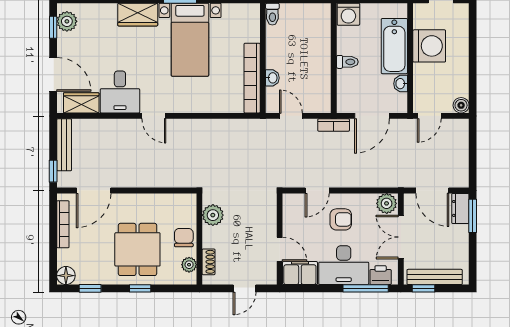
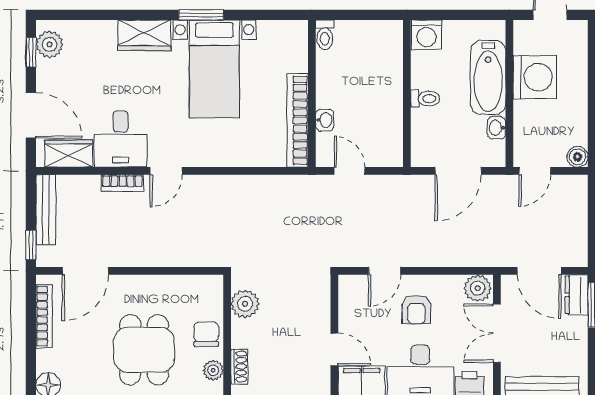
door: (154, 116) -> (166, 171), hinge flipped
bookcase: (334, 125) -> (122, 183), moved
armchair: (341, 219) -> (416, 310), turned 90

